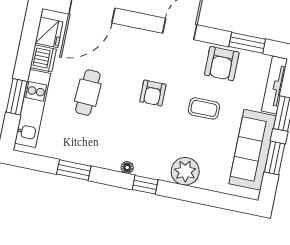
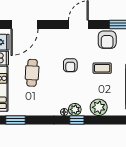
plant: (145, 167) -> (75, 109), added
window: (74, 170) -> (15, 120), moved

